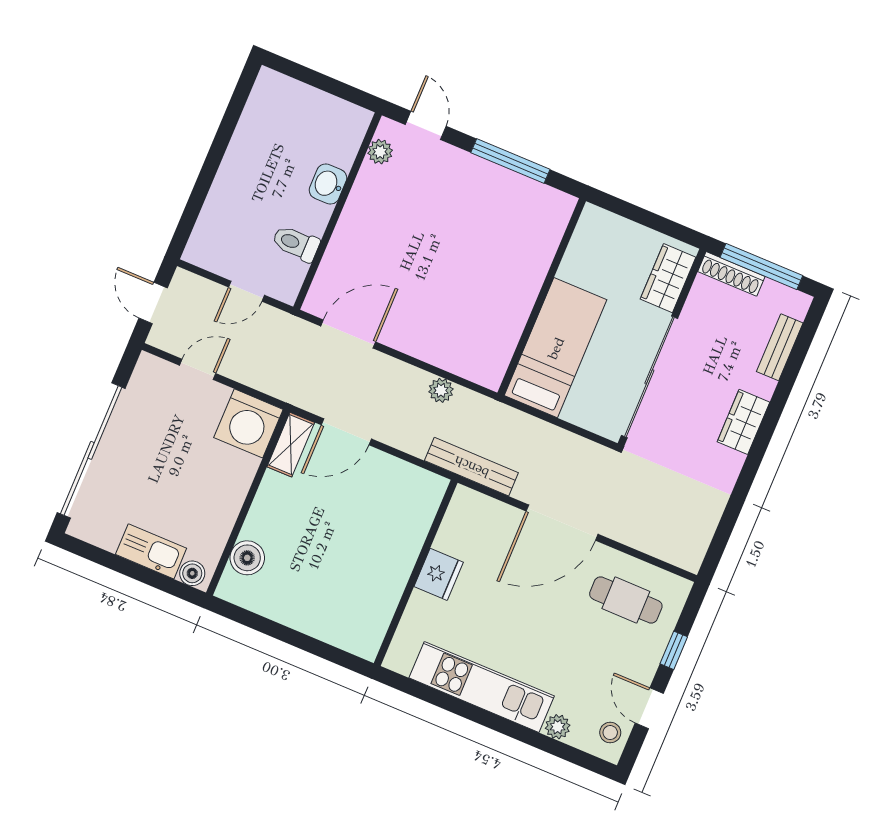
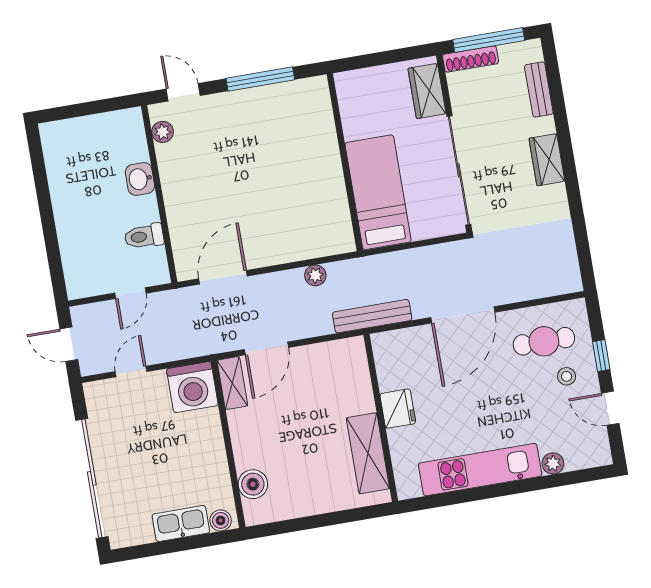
shelving: (381, 600) -> (368, 453), added
stool: (610, 733) -> (567, 376), moved

